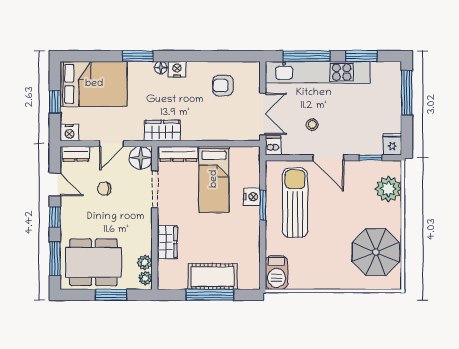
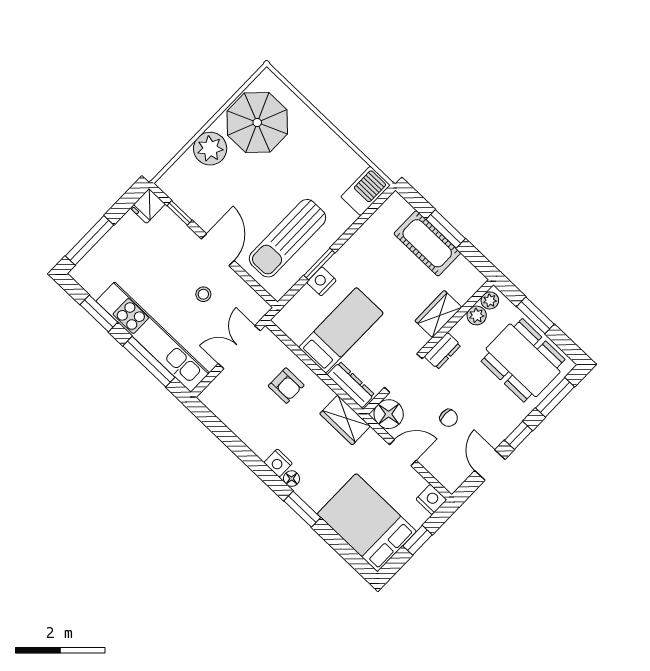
armchair: (223, 86) -> (286, 386), moved
dishwasher: (273, 145) -> (257, 310), removed
dresser: (76, 154) -> (443, 351), moved, turned 90
plant: (388, 189) -> (210, 149), moved
window: (210, 295) -> (446, 229), width x0.69

